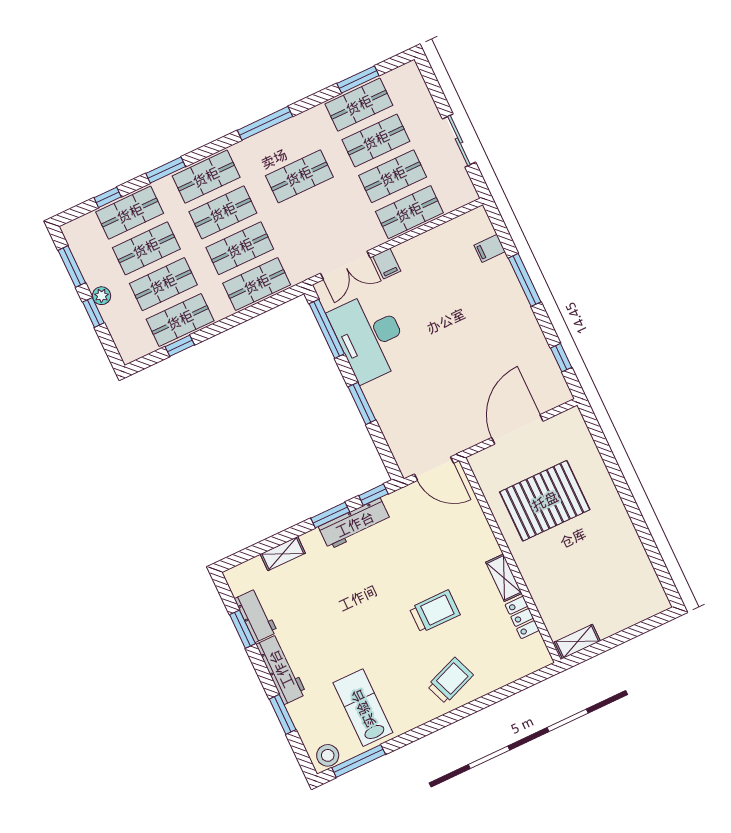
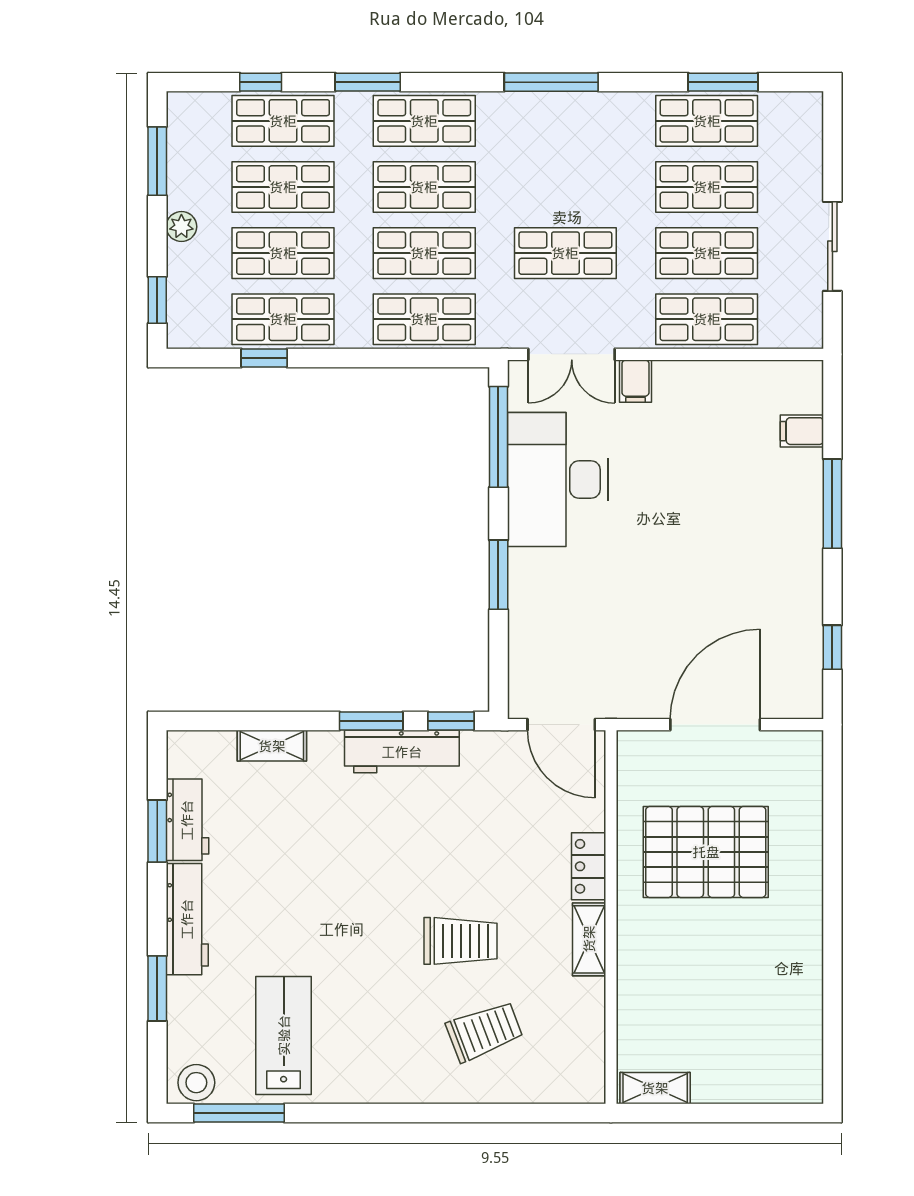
shop shelf: (299, 176) -> (565, 253), moved
window: (93, 312) -> (157, 300), moved
locker: (522, 617) -> (589, 866), moved
trolley: (450, 681) -> (484, 1031), moved

